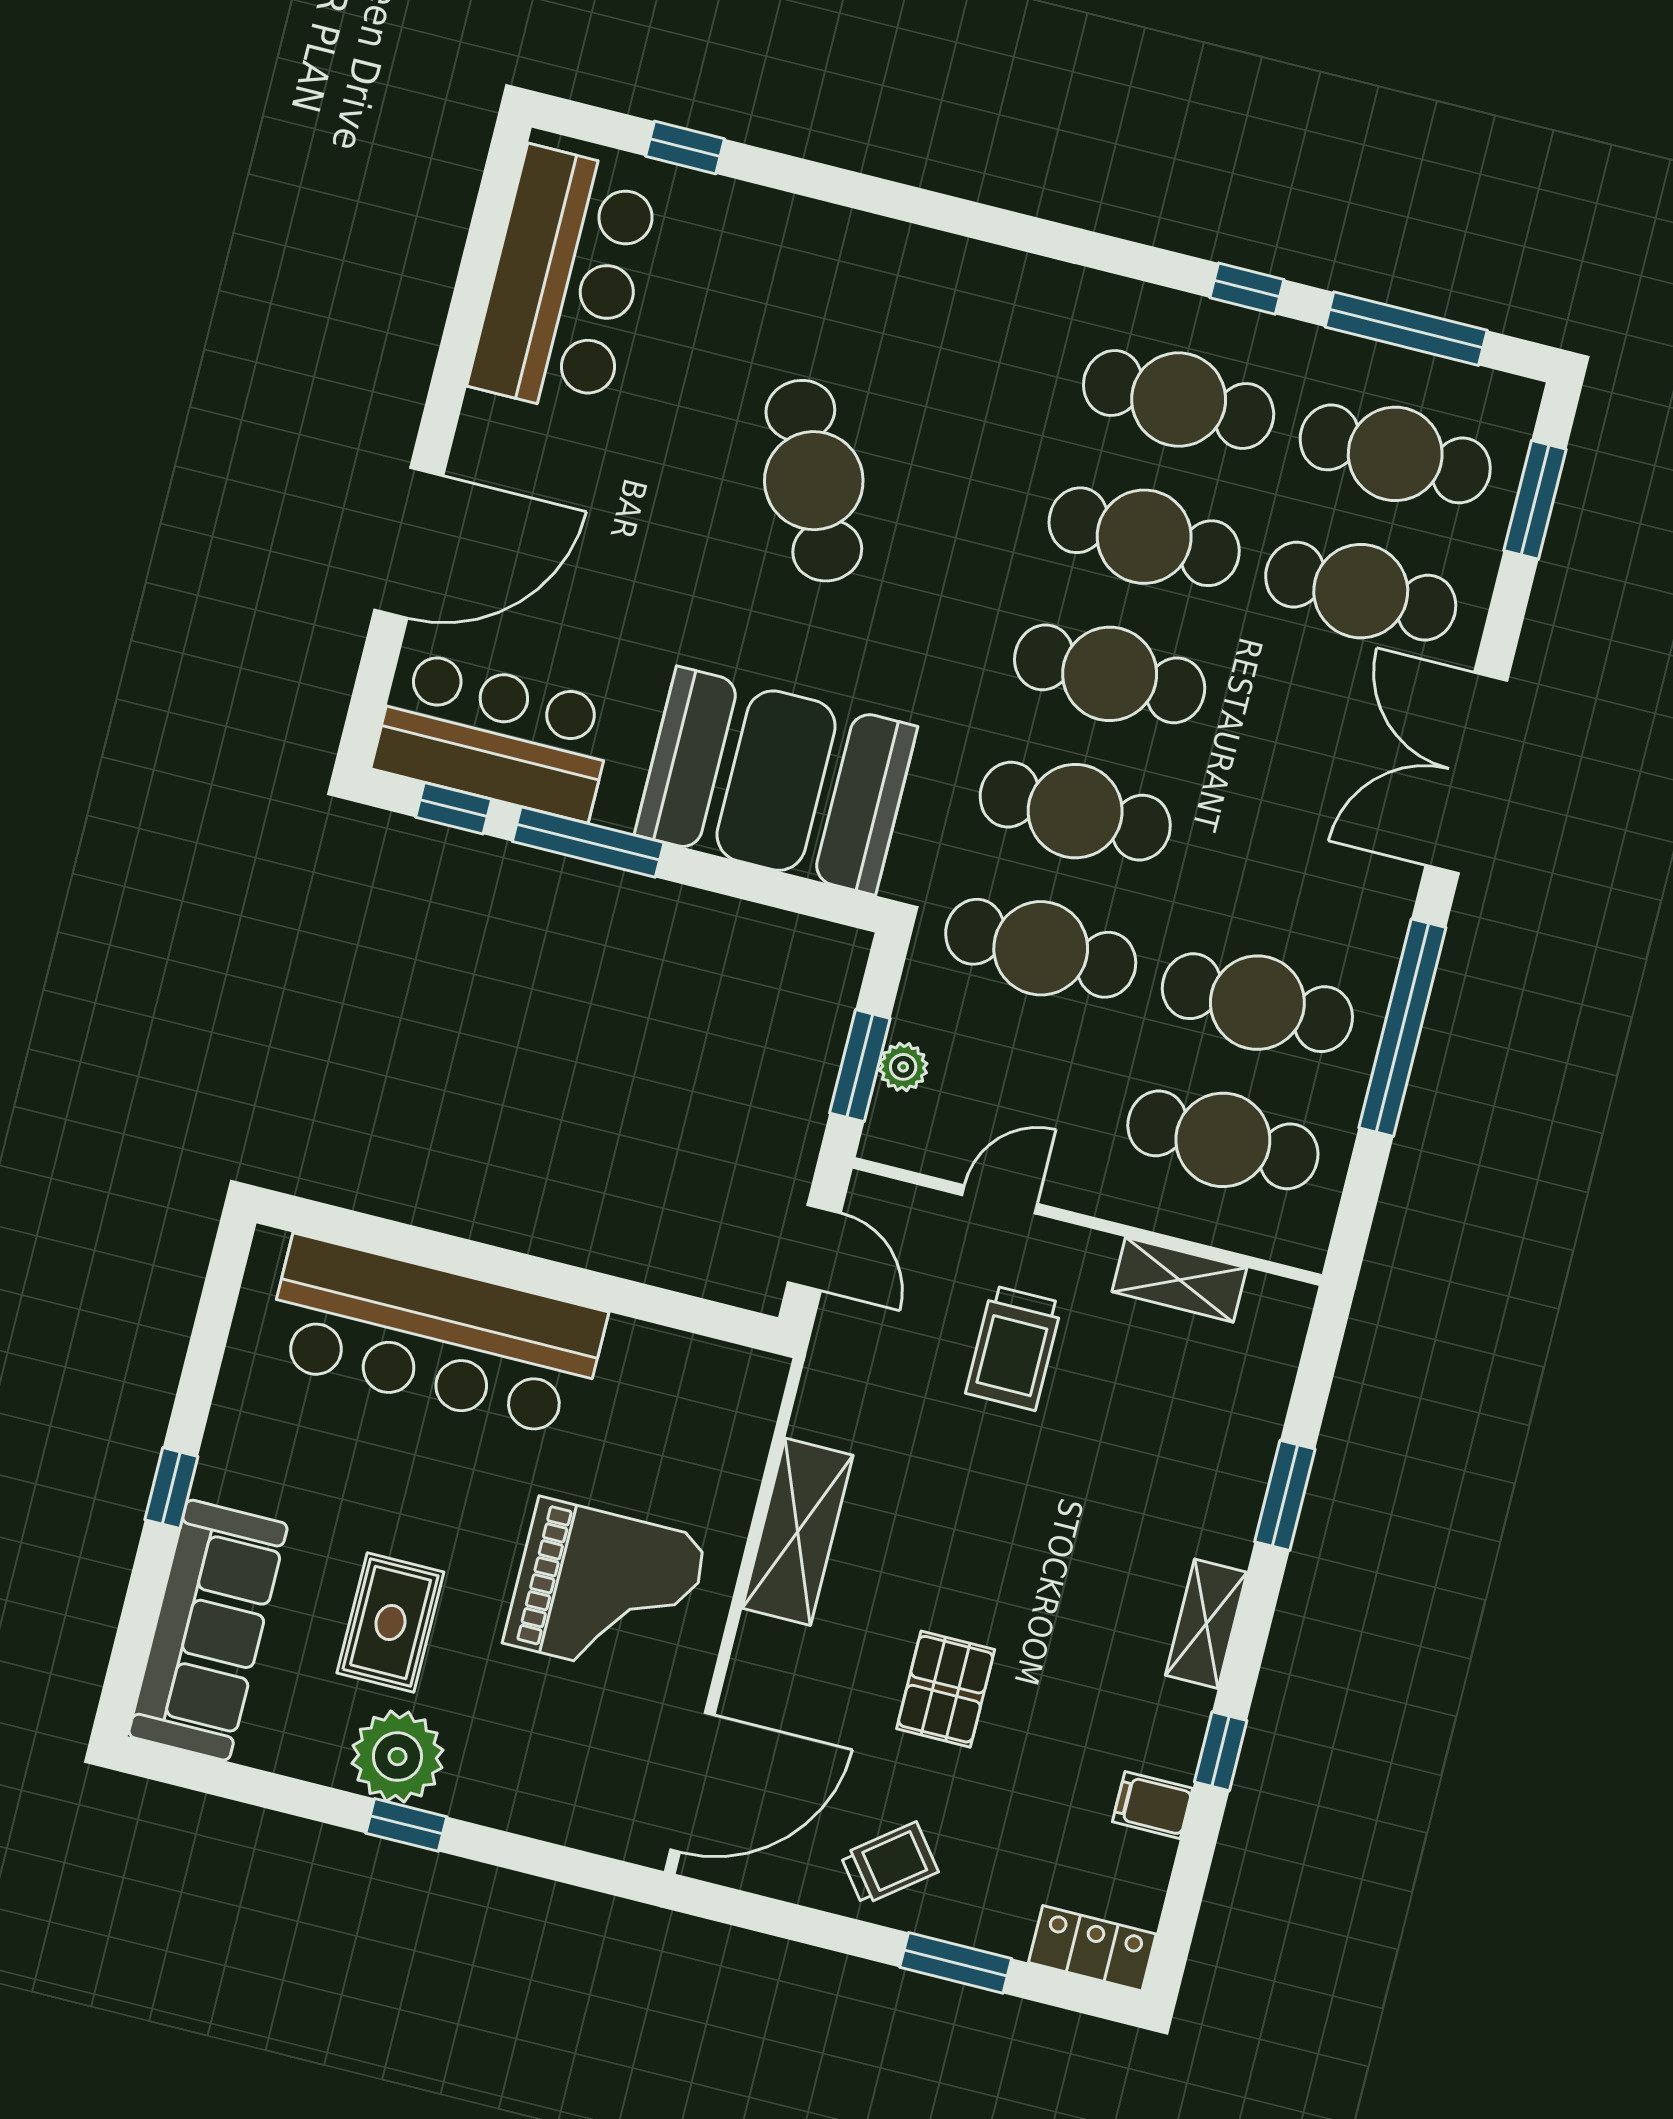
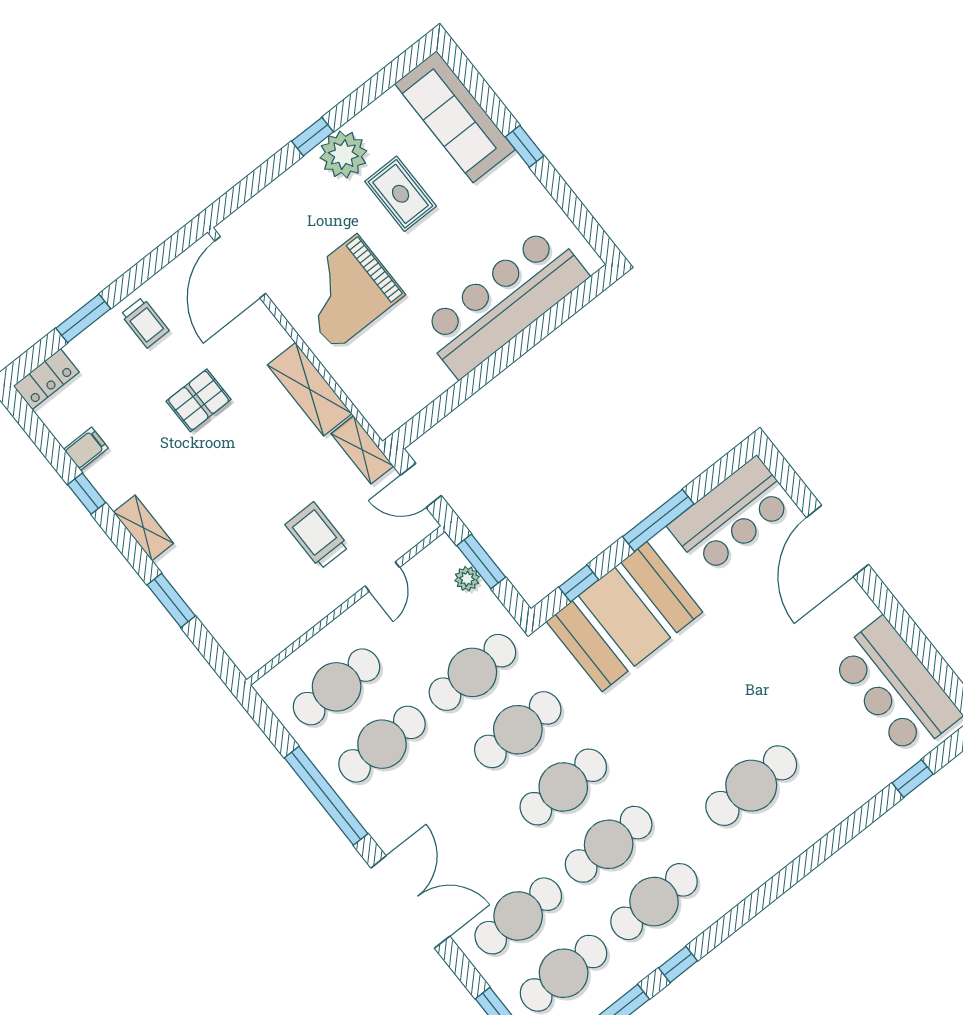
cafe table: (814, 481) -> (751, 786), moved, turned -65
window: (454, 808) -> (579, 583), moved
shelving: (1179, 1280) -> (362, 450), moved, turned 90
pallet: (946, 1689) -> (199, 400), turned 90
trolley: (889, 1863) -> (145, 323), turned -52

